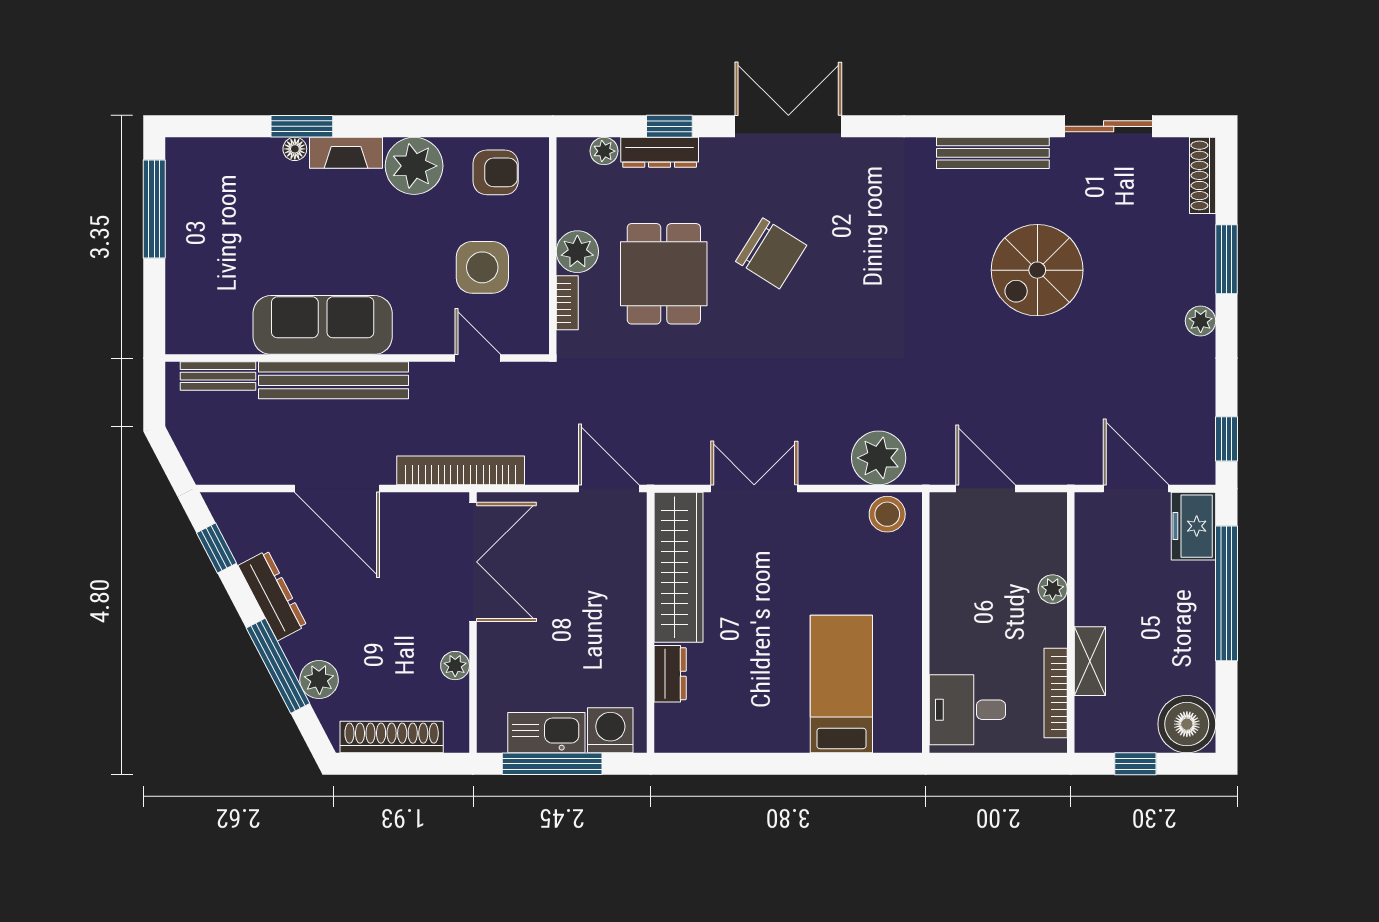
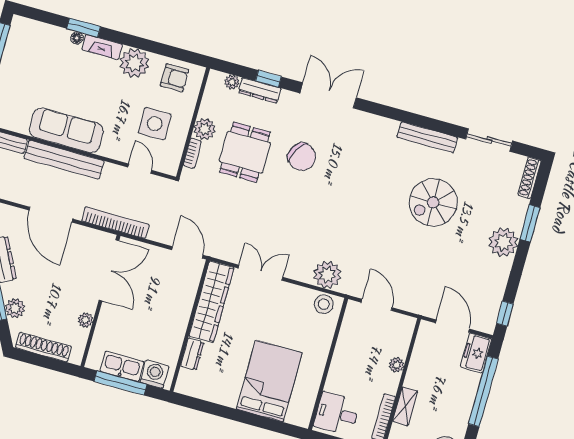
plant: (1201, 321) -> (503, 242), width x1.88, depth x1.88
bed: (841, 684) -> (269, 381), width x1.50

